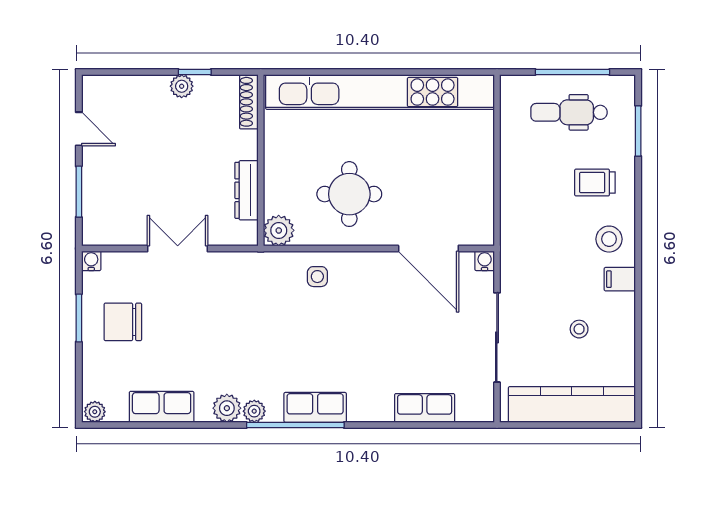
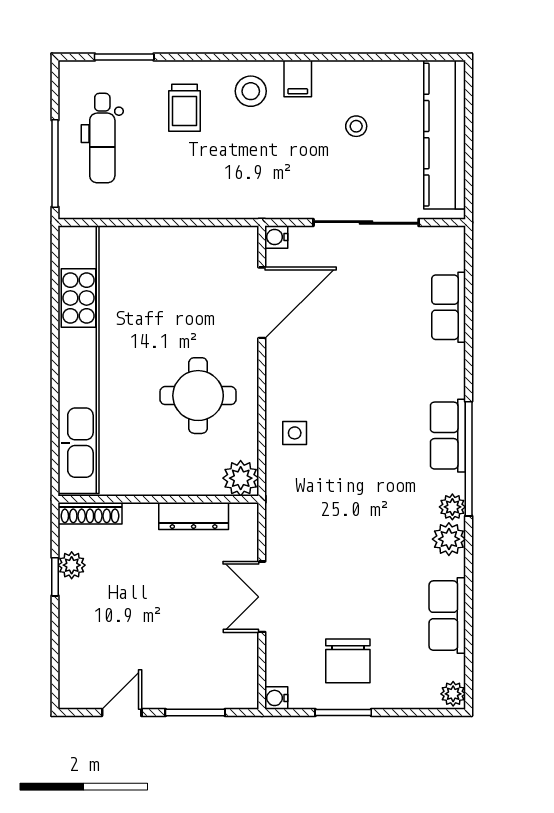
window: (572, 72) -> (55, 163), moved
plant: (182, 86) -> (72, 565), moved

